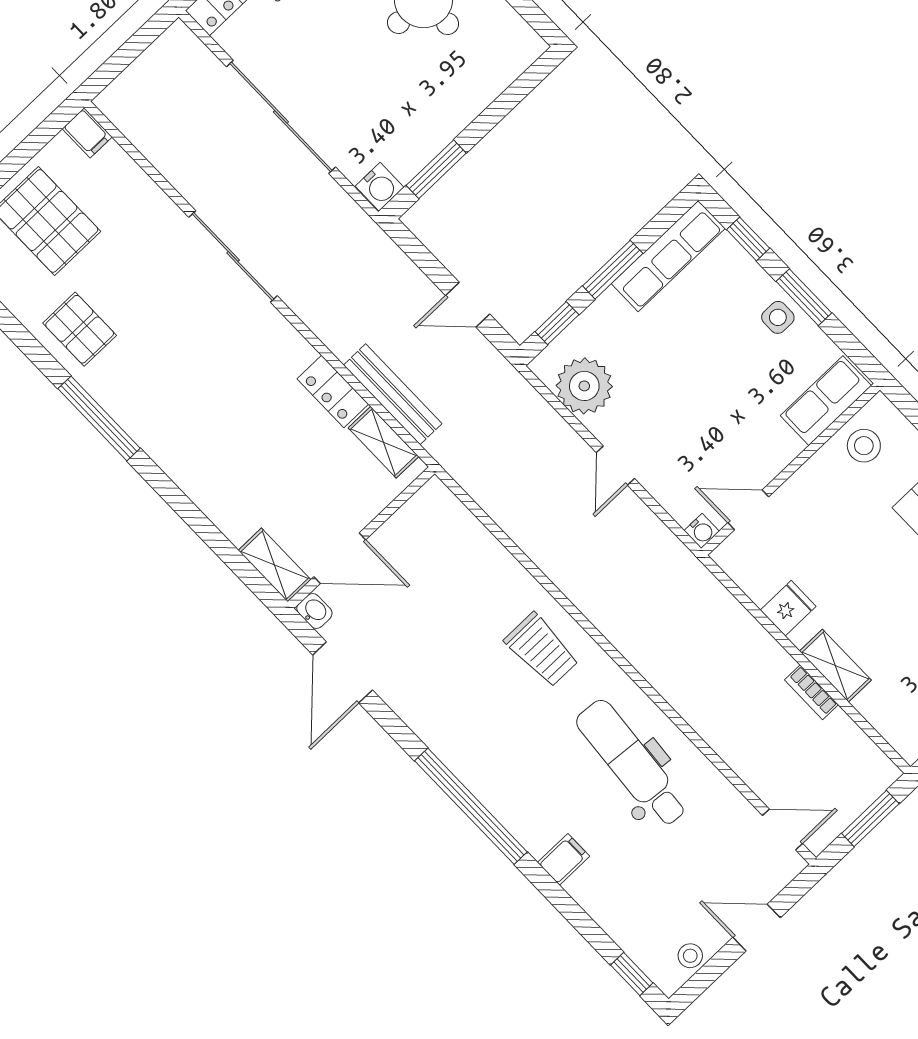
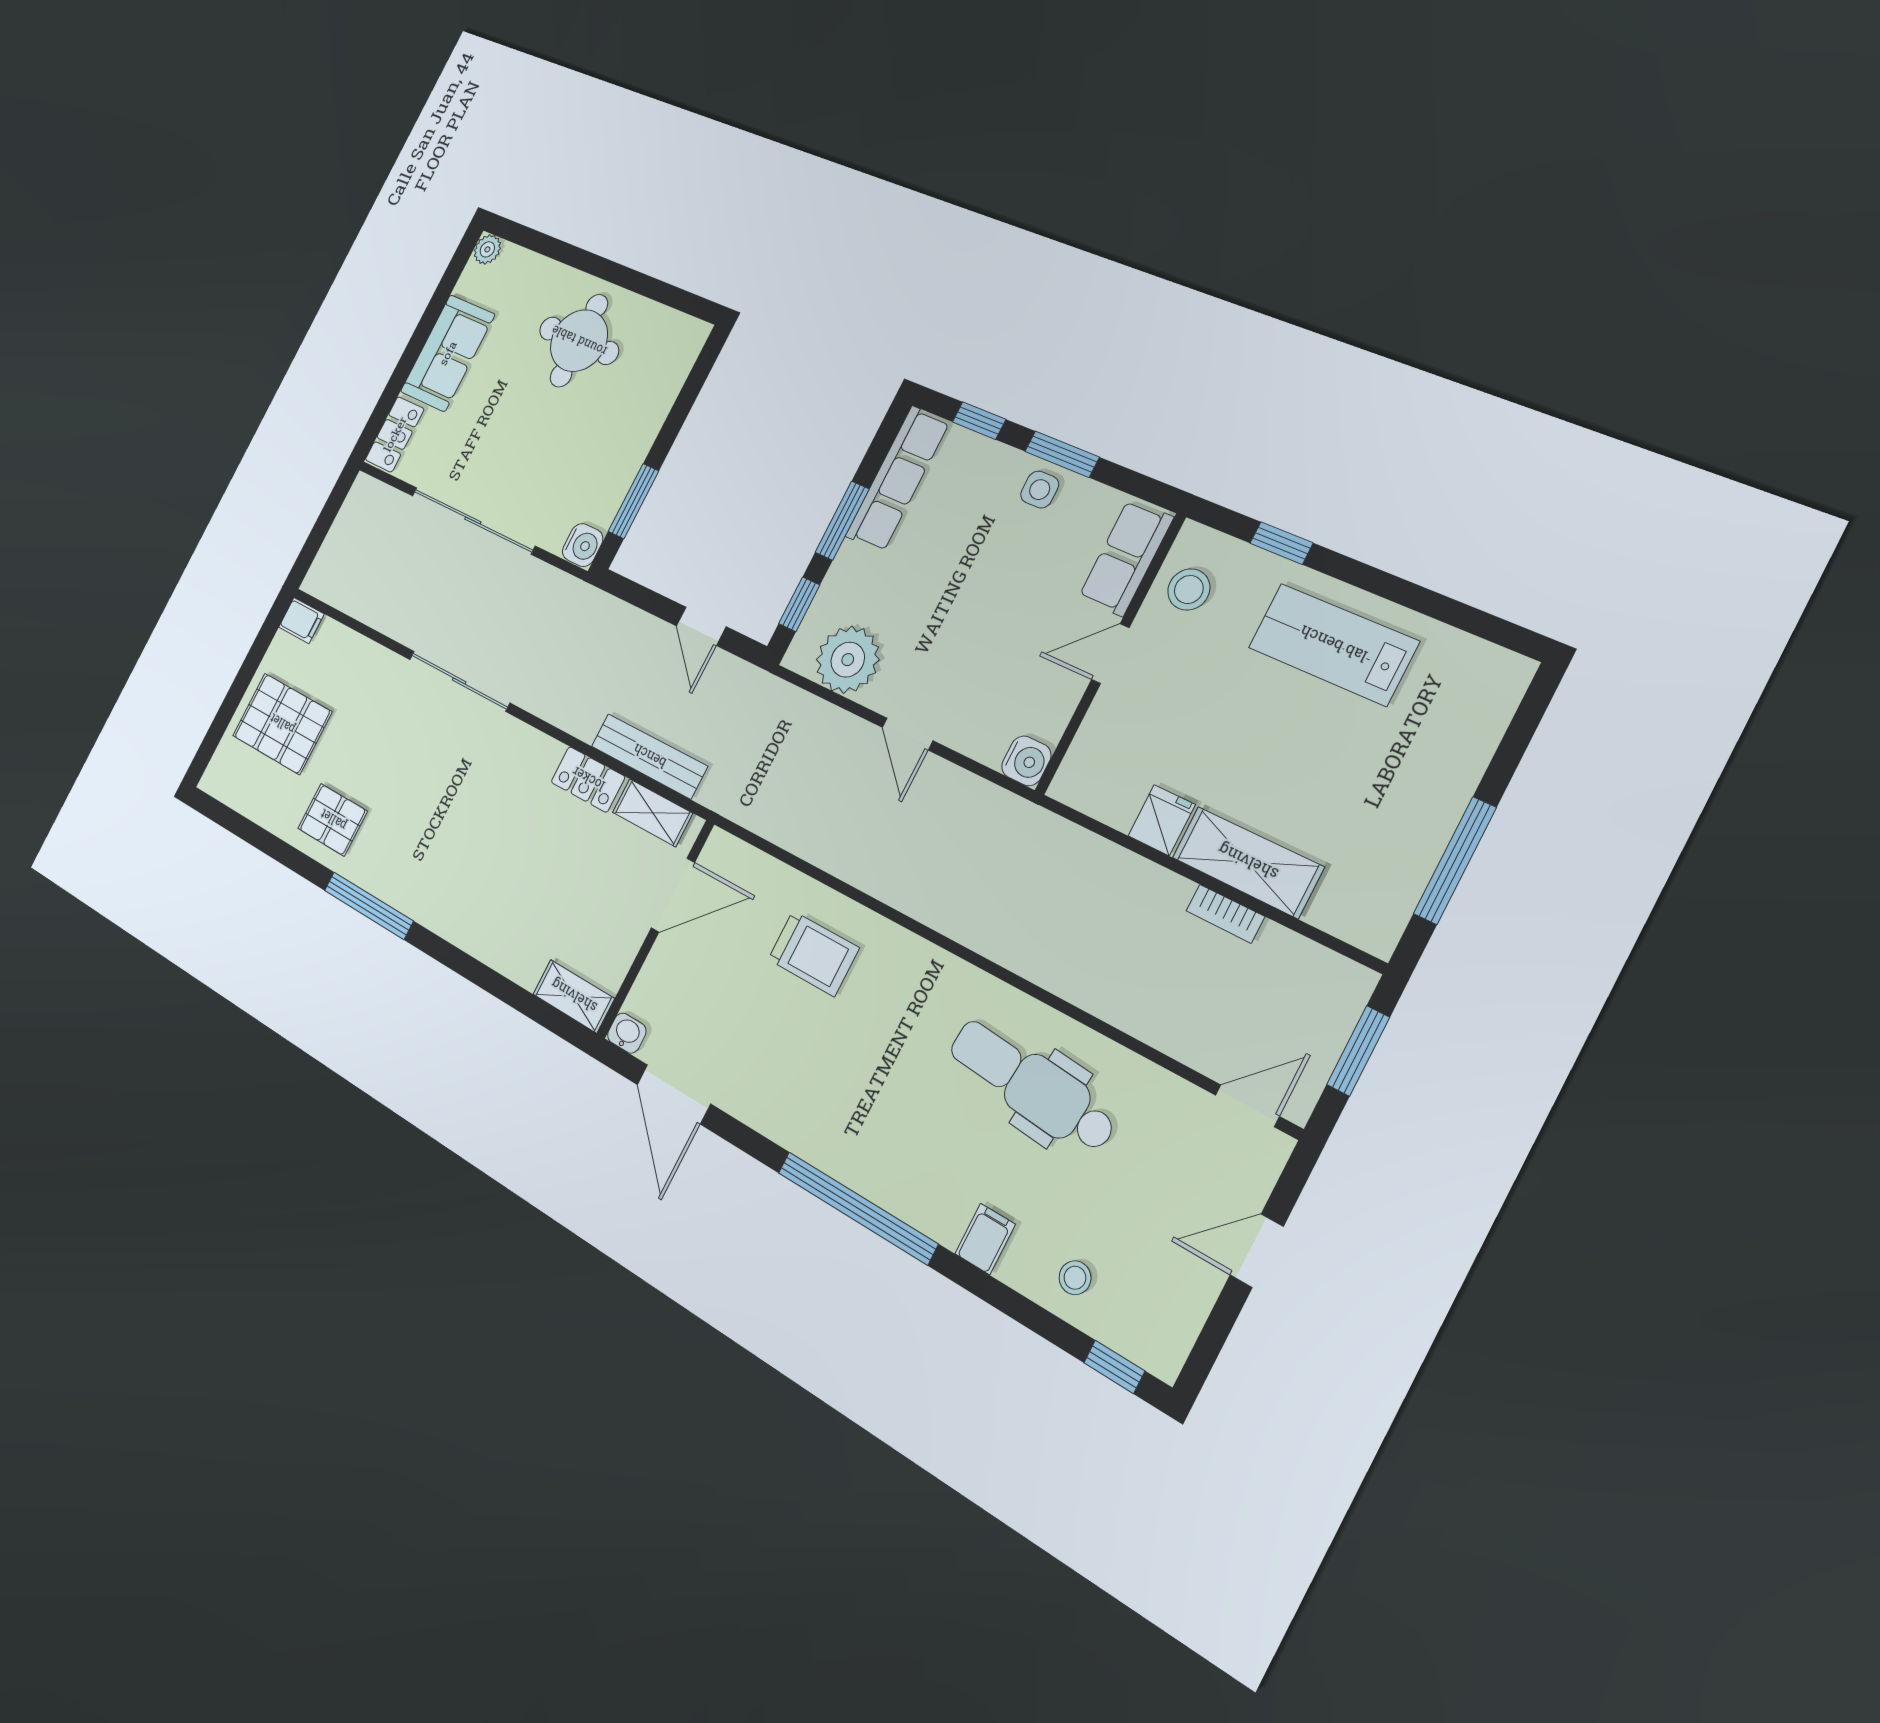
door: (468, 305) -> (701, 626), hinge flipped
door: (748, 510) -> (1110, 654), moved
water cooler: (702, 531) -> (1026, 761), width x1.38, depth x1.38
door: (340, 558) -> (673, 895), moved
trolley: (542, 650) -> (813, 954), moved
shelving: (835, 666) -> (1248, 862), width x1.50, depth x1.33
stool: (690, 956) -> (1075, 1278), moved

